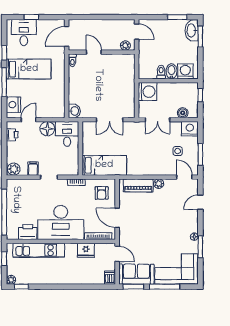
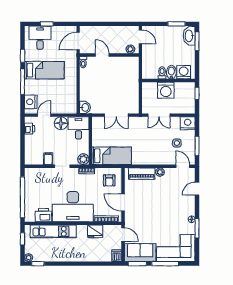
washing machine: (148, 92) -> (166, 90), moved, turned 90
boiler: (183, 113) -> (181, 109), removed
plant: (14, 169) -> (83, 159), moved

